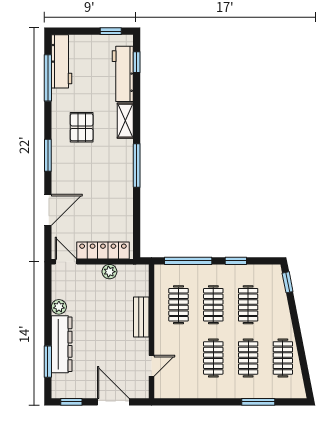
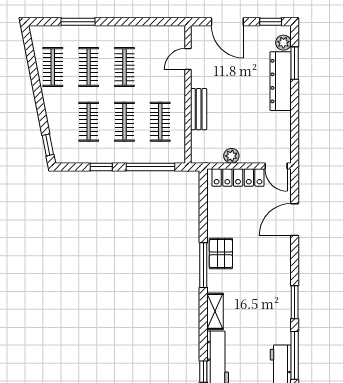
pallet: (82, 127) -> (221, 253), moved
window: (48, 155) -> (295, 302), moved
plant: (59, 307) -> (283, 43), moved

